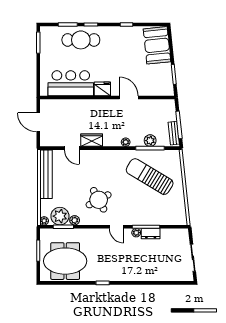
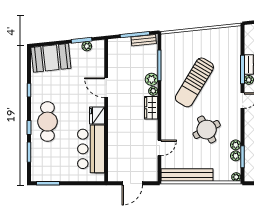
cafe table: (81, 40) -> (47, 122), moved
plant: (168, 79) -> (87, 46), added
door: (129, 98) -> (106, 88), hinge flipped
wardrobe: (92, 140) -> (151, 108), moved
plant: (150, 141) -> (151, 79), moved
sun lounger: (150, 177) -> (194, 82), moved
round table: (99, 200) -> (207, 130), moved
plant: (60, 216) -> (236, 156), width x0.53, depth x0.53

